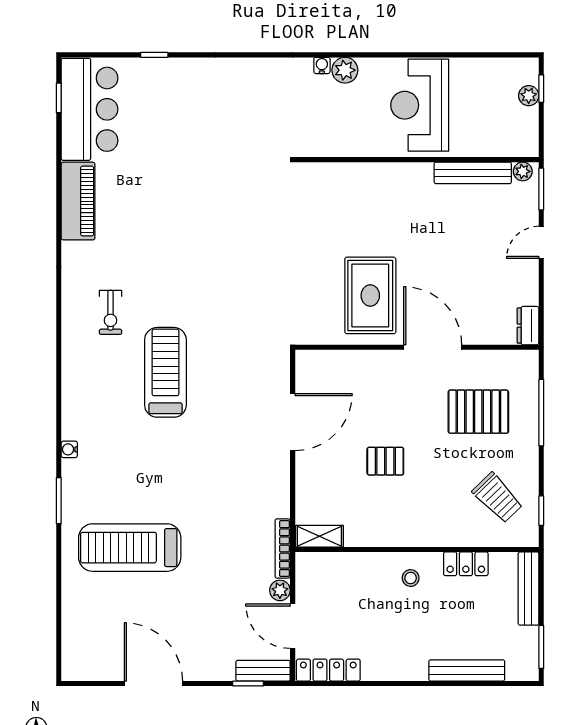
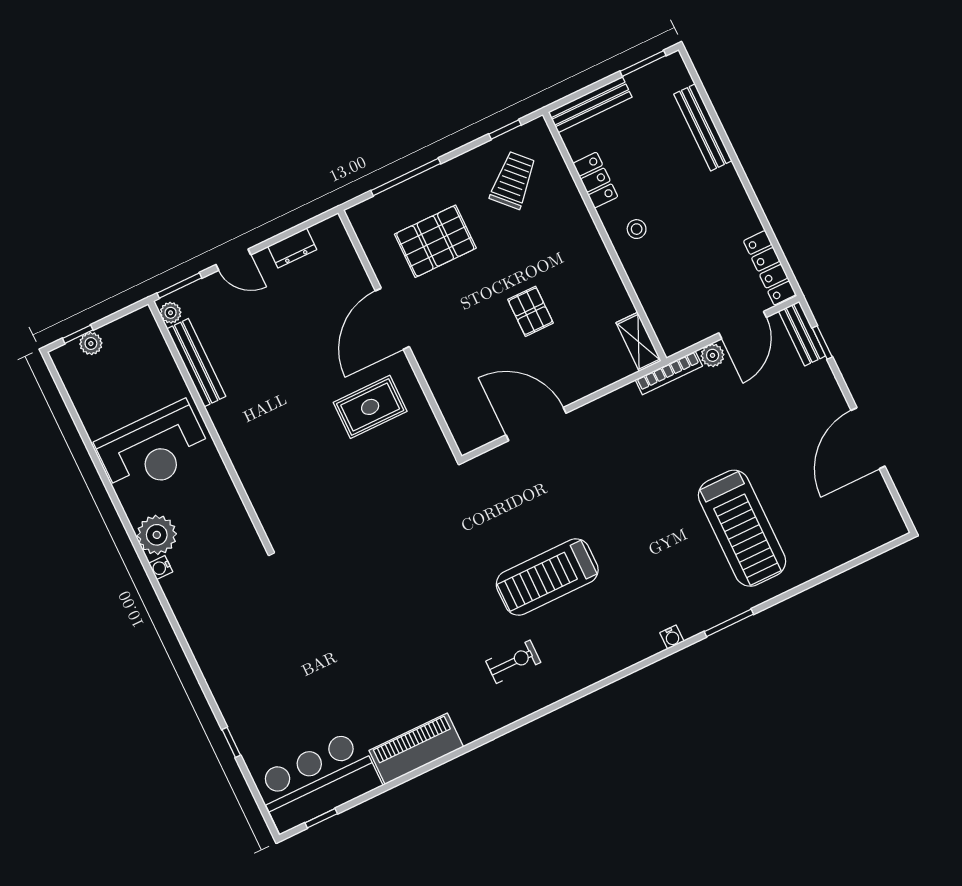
plant: (345, 70) -> (157, 535), width x1.36, depth x1.36
rug: (370, 295) -> (370, 407), width x0.73, depth x0.70
dresser: (528, 326) -> (292, 248), moved
pallet: (478, 412) -> (435, 241), turned 90

